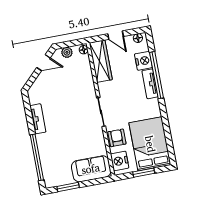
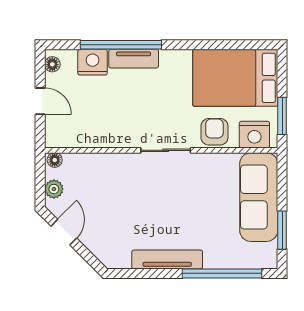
door: (116, 35) -> (40, 101), hinge flipped
wardrobe: (101, 61) -> (80, 135), removed
tv unit: (38, 119) -> (167, 260), width x1.41
armchair: (117, 138) -> (214, 132), turned 90
sofa: (91, 169) -> (259, 197), width x1.36
window: (144, 173) -> (282, 116), moved

